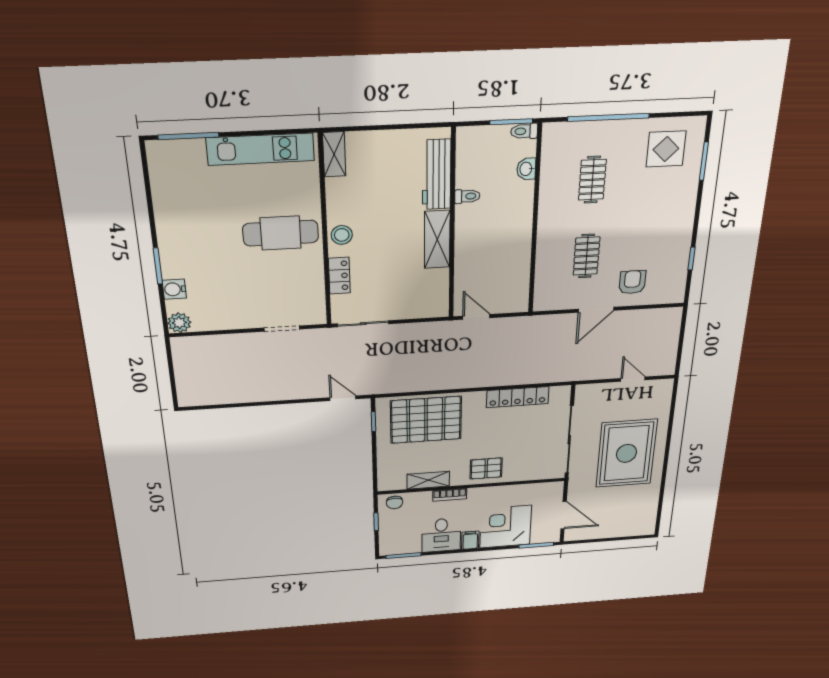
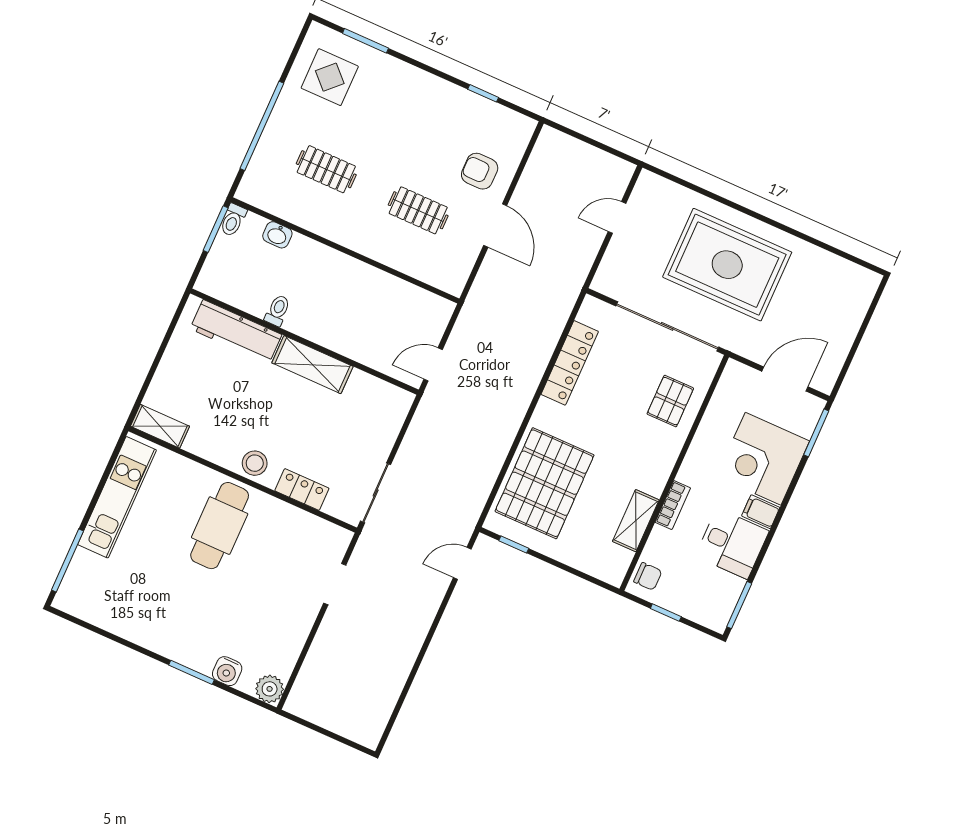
pallet: (486, 469) -> (670, 401), moved

